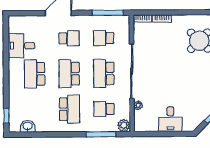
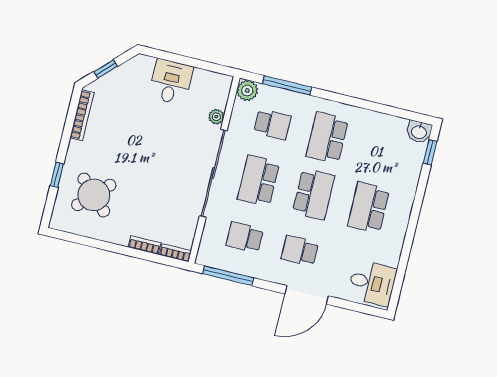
school desk: (104, 38) -> (245, 237), turned 180
desk: (21, 46) -> (372, 283), moved
school desk: (104, 73) -> (258, 181), turned 180
school desk: (35, 74) -> (369, 208), turned 180
washbasin: (28, 126) -> (419, 132), moved

